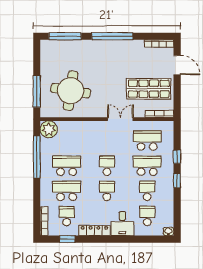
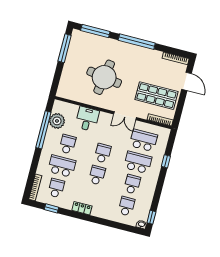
window: (37, 91) -> (65, 48), moved
round table: (71, 91) -> (104, 77), moved
double door: (120, 119) -> (125, 116), swing flipped
plant: (49, 129) -> (57, 121), moved
school desk: (67, 166) -> (68, 144), width x0.54
window: (177, 181) -> (151, 217), moved
desk: (122, 223) -> (87, 119), moved, turned 180
locker: (94, 230) -> (82, 208), width x0.66

